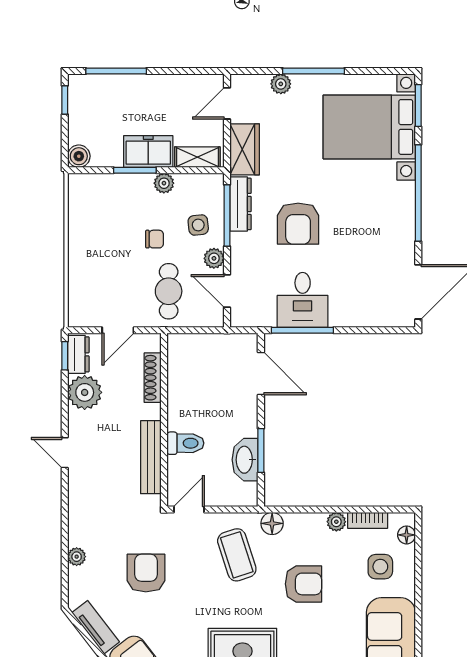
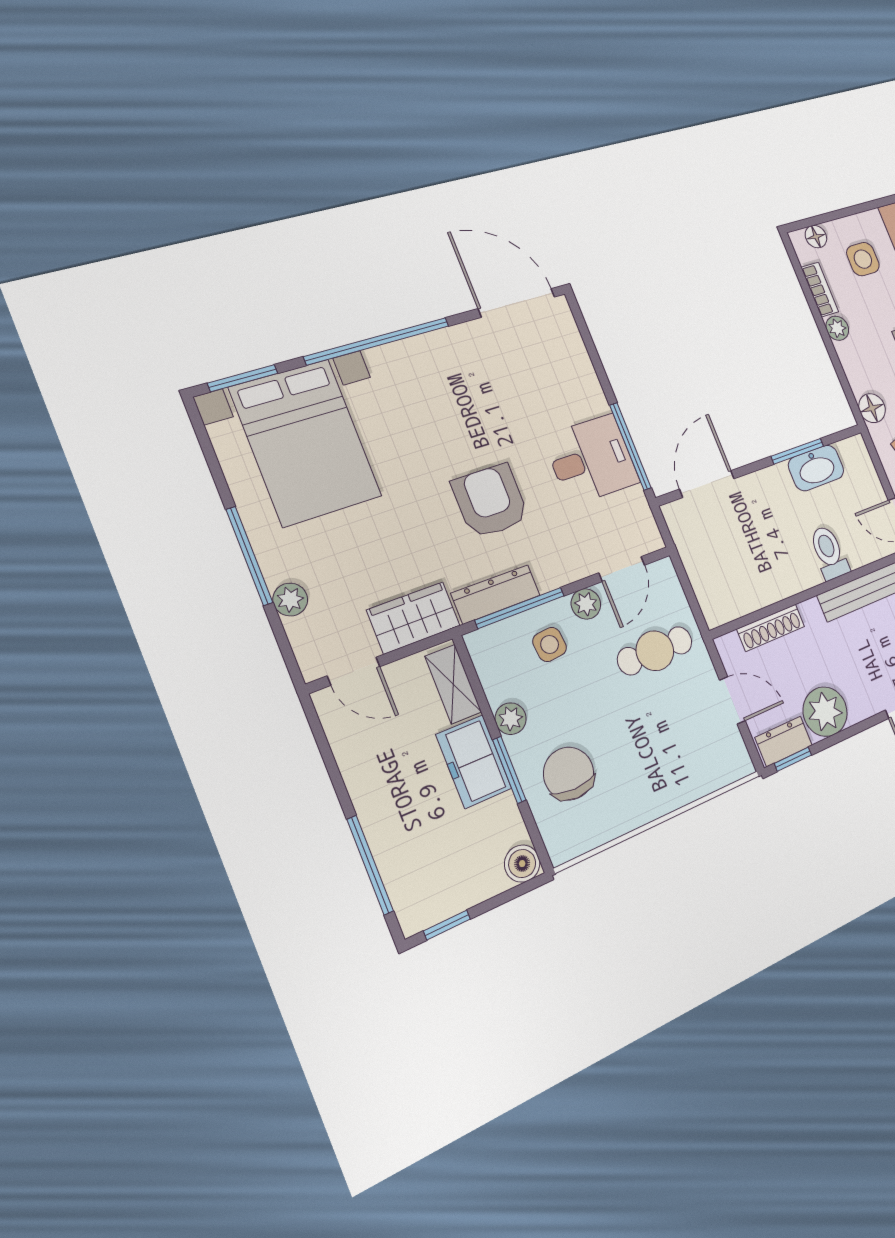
armchair: (298, 224) -> (490, 501), turned -90
chair: (155, 239) -> (569, 774), moved, width x1.87, depth x1.87

